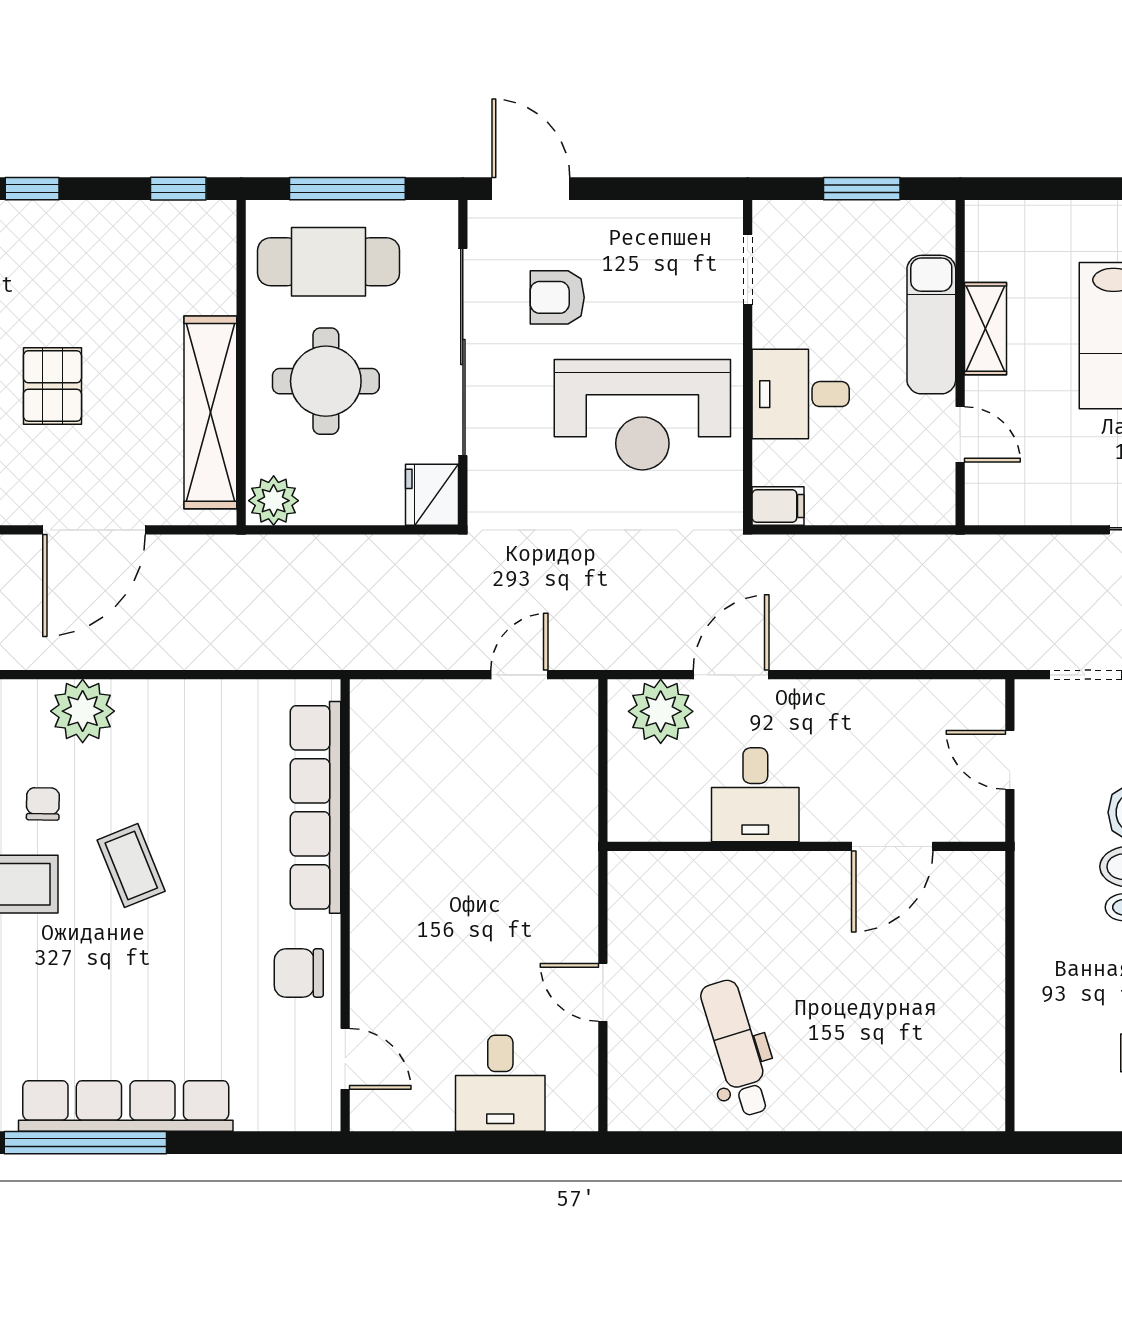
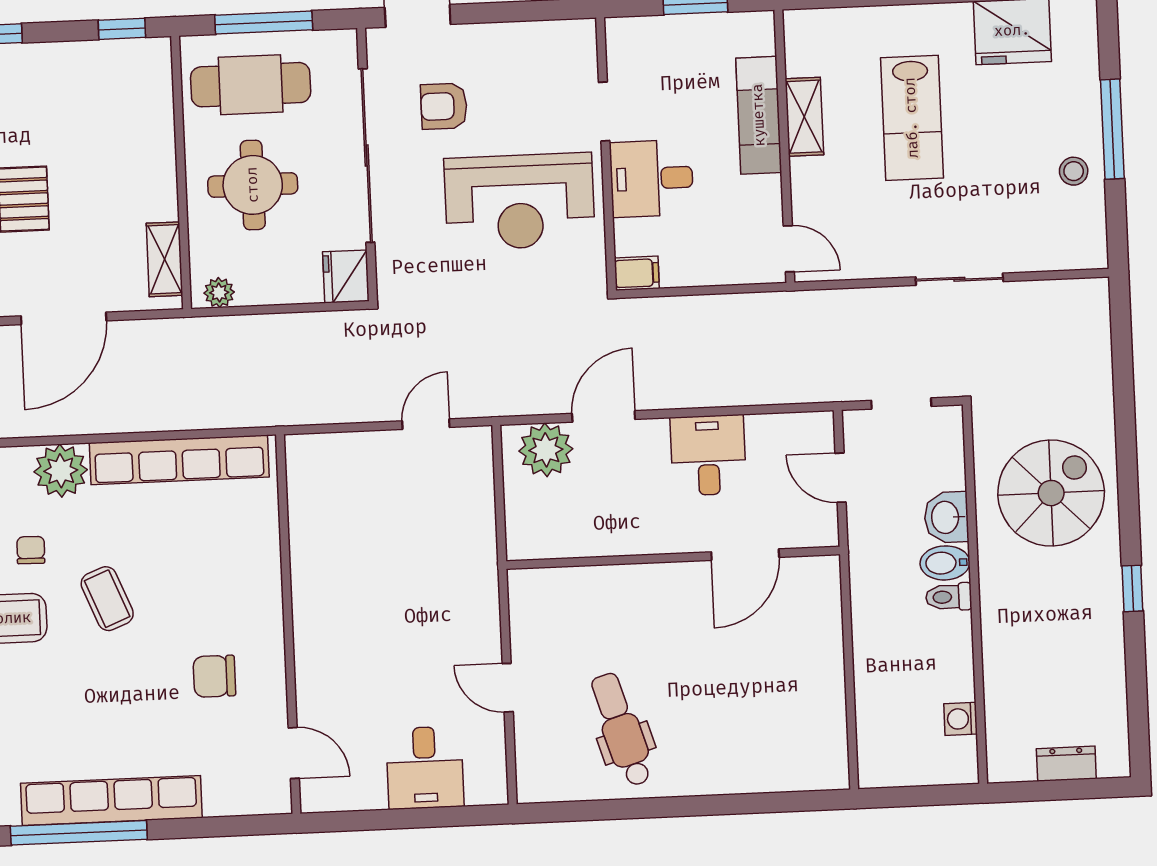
doorway: (748, 270) -> (604, 112), moved
shelving: (210, 412) -> (164, 259), width x0.45, depth x0.75
door: (960, 434) -> (789, 249), moved
plant: (274, 501) -> (219, 293), width x0.73, depth x0.73
desk: (755, 795) -> (708, 455), moved, turned 180
row of seats: (316, 807) -> (179, 460), moved, turned -90
chair: (299, 973) -> (214, 676), moved

